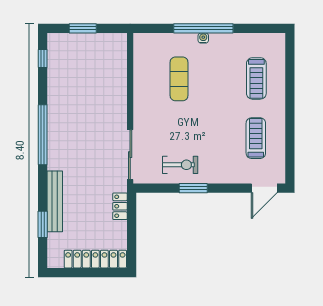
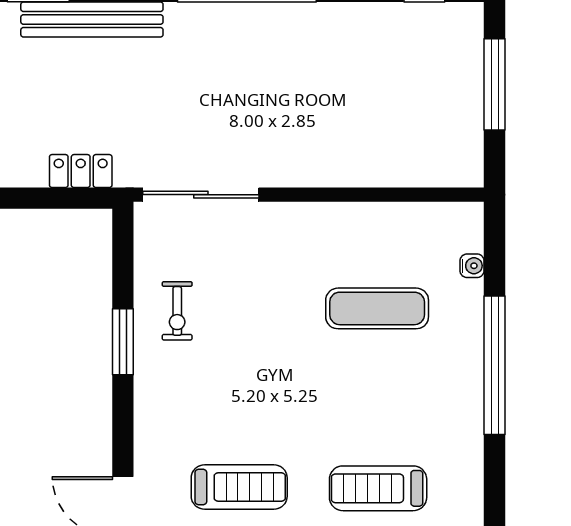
window: (83, 28) -> (495, 84), width x1.44
water cooler: (203, 38) -> (472, 266), moved
exercise bike: (180, 165) -> (177, 311), width x0.73, depth x0.72

